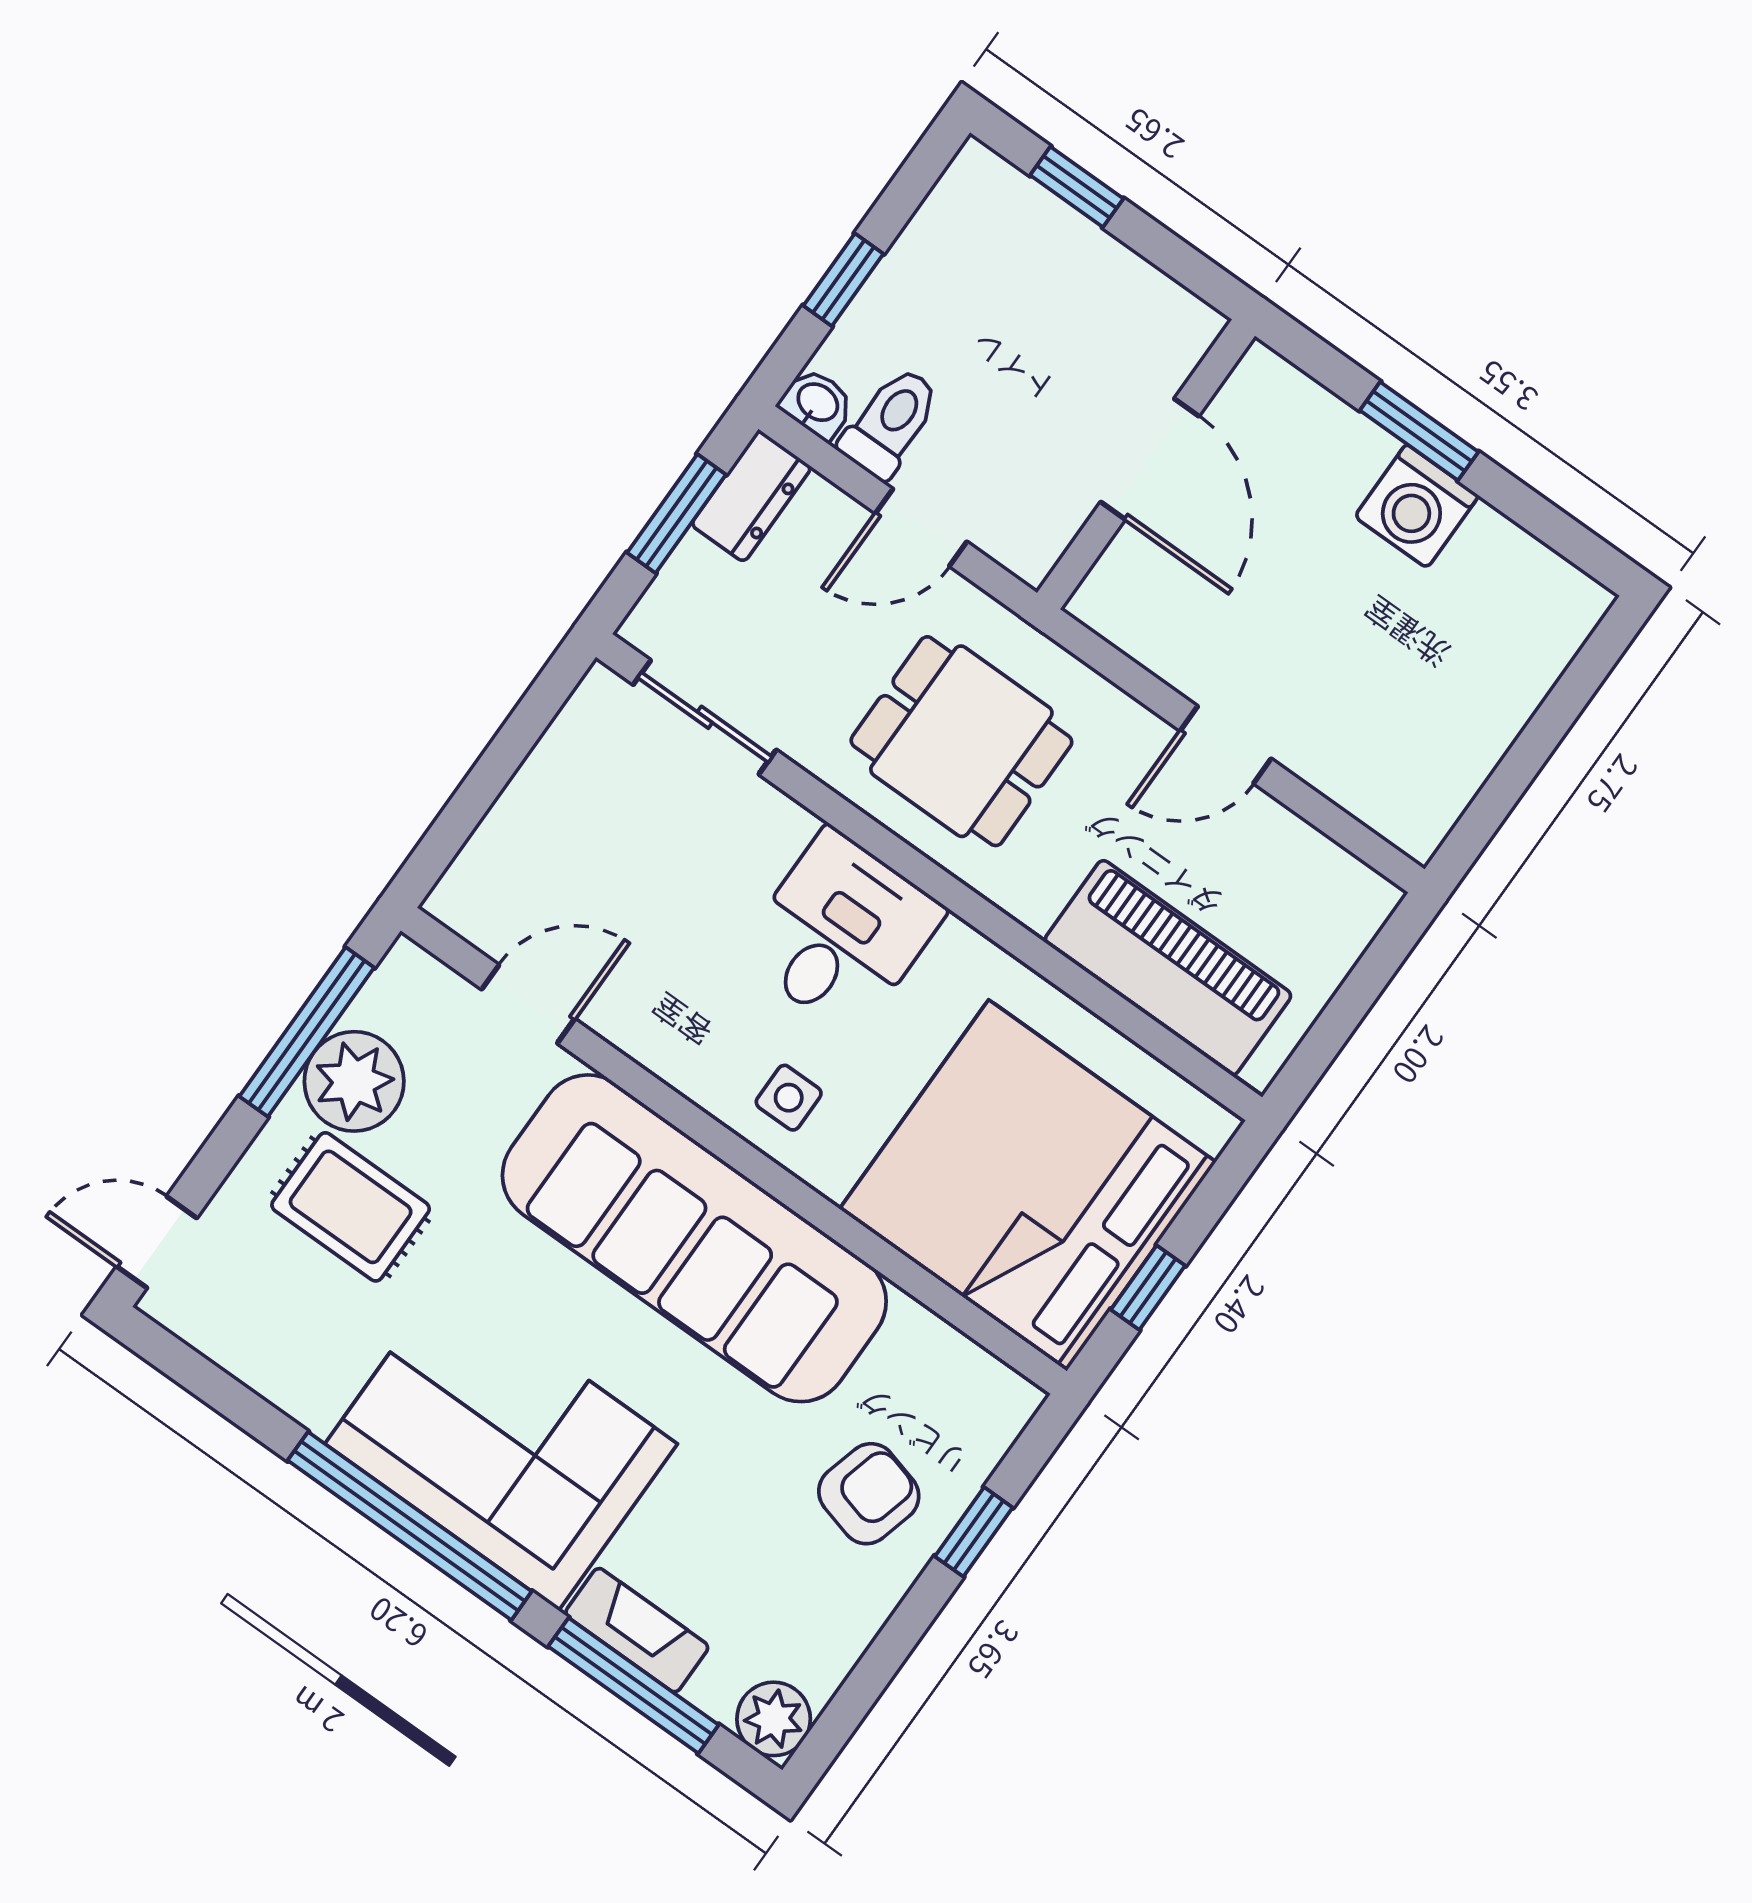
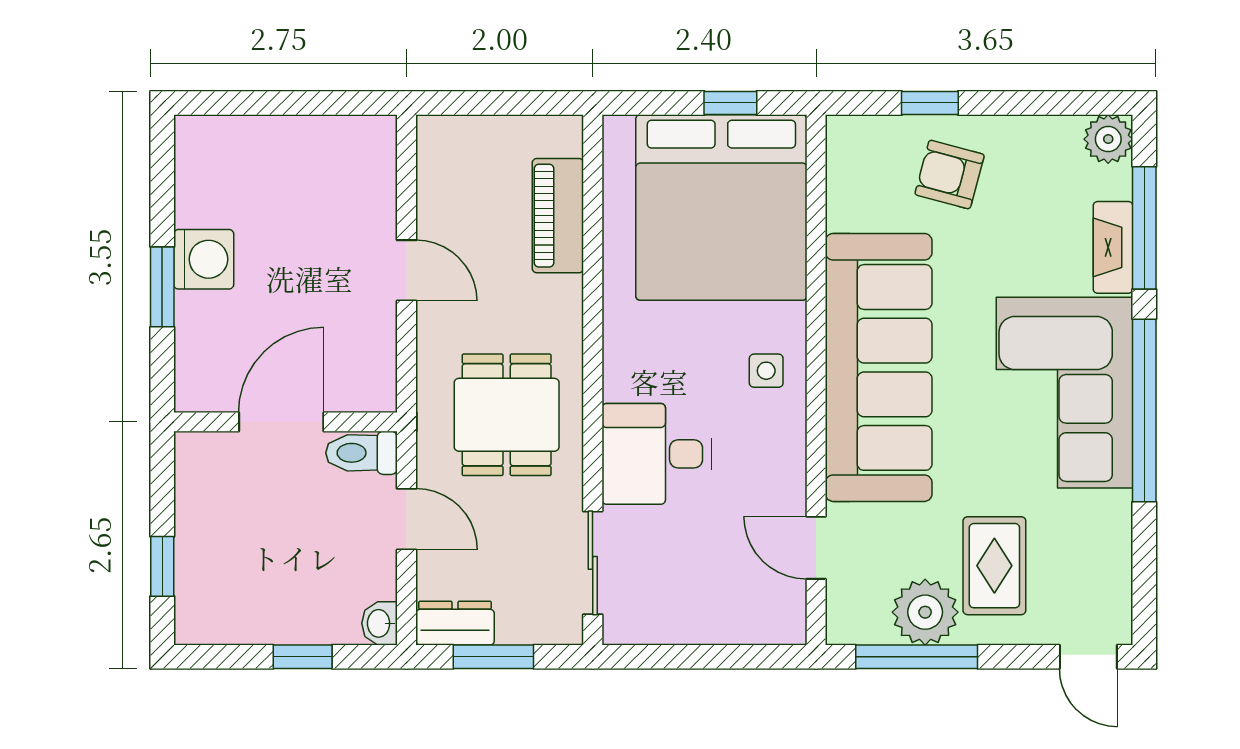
toilet: (891, 423) -> (362, 453), moved
desk: (841, 932) -> (657, 454), moved
piano: (1168, 968) -> (558, 216), width x0.73, depth x0.75

